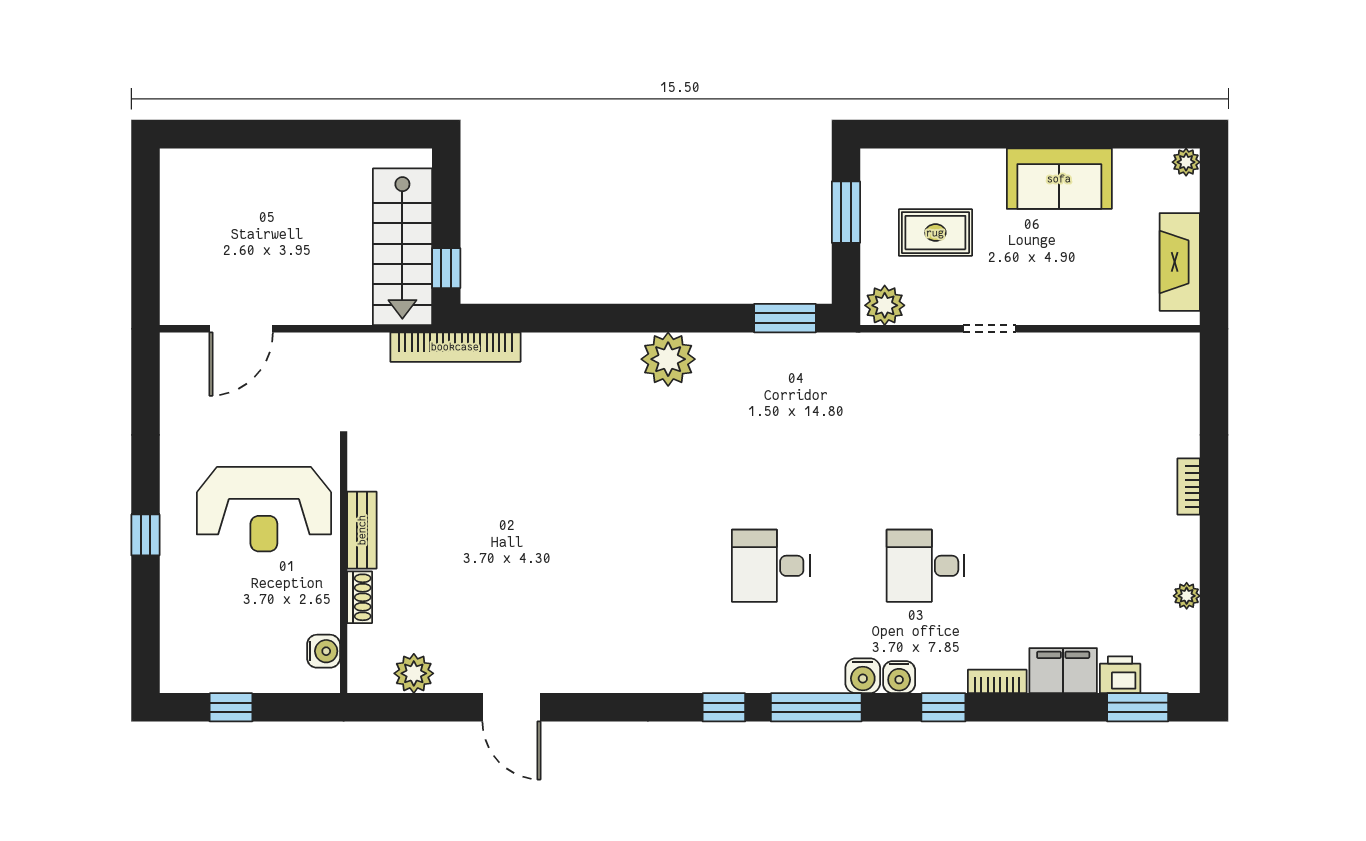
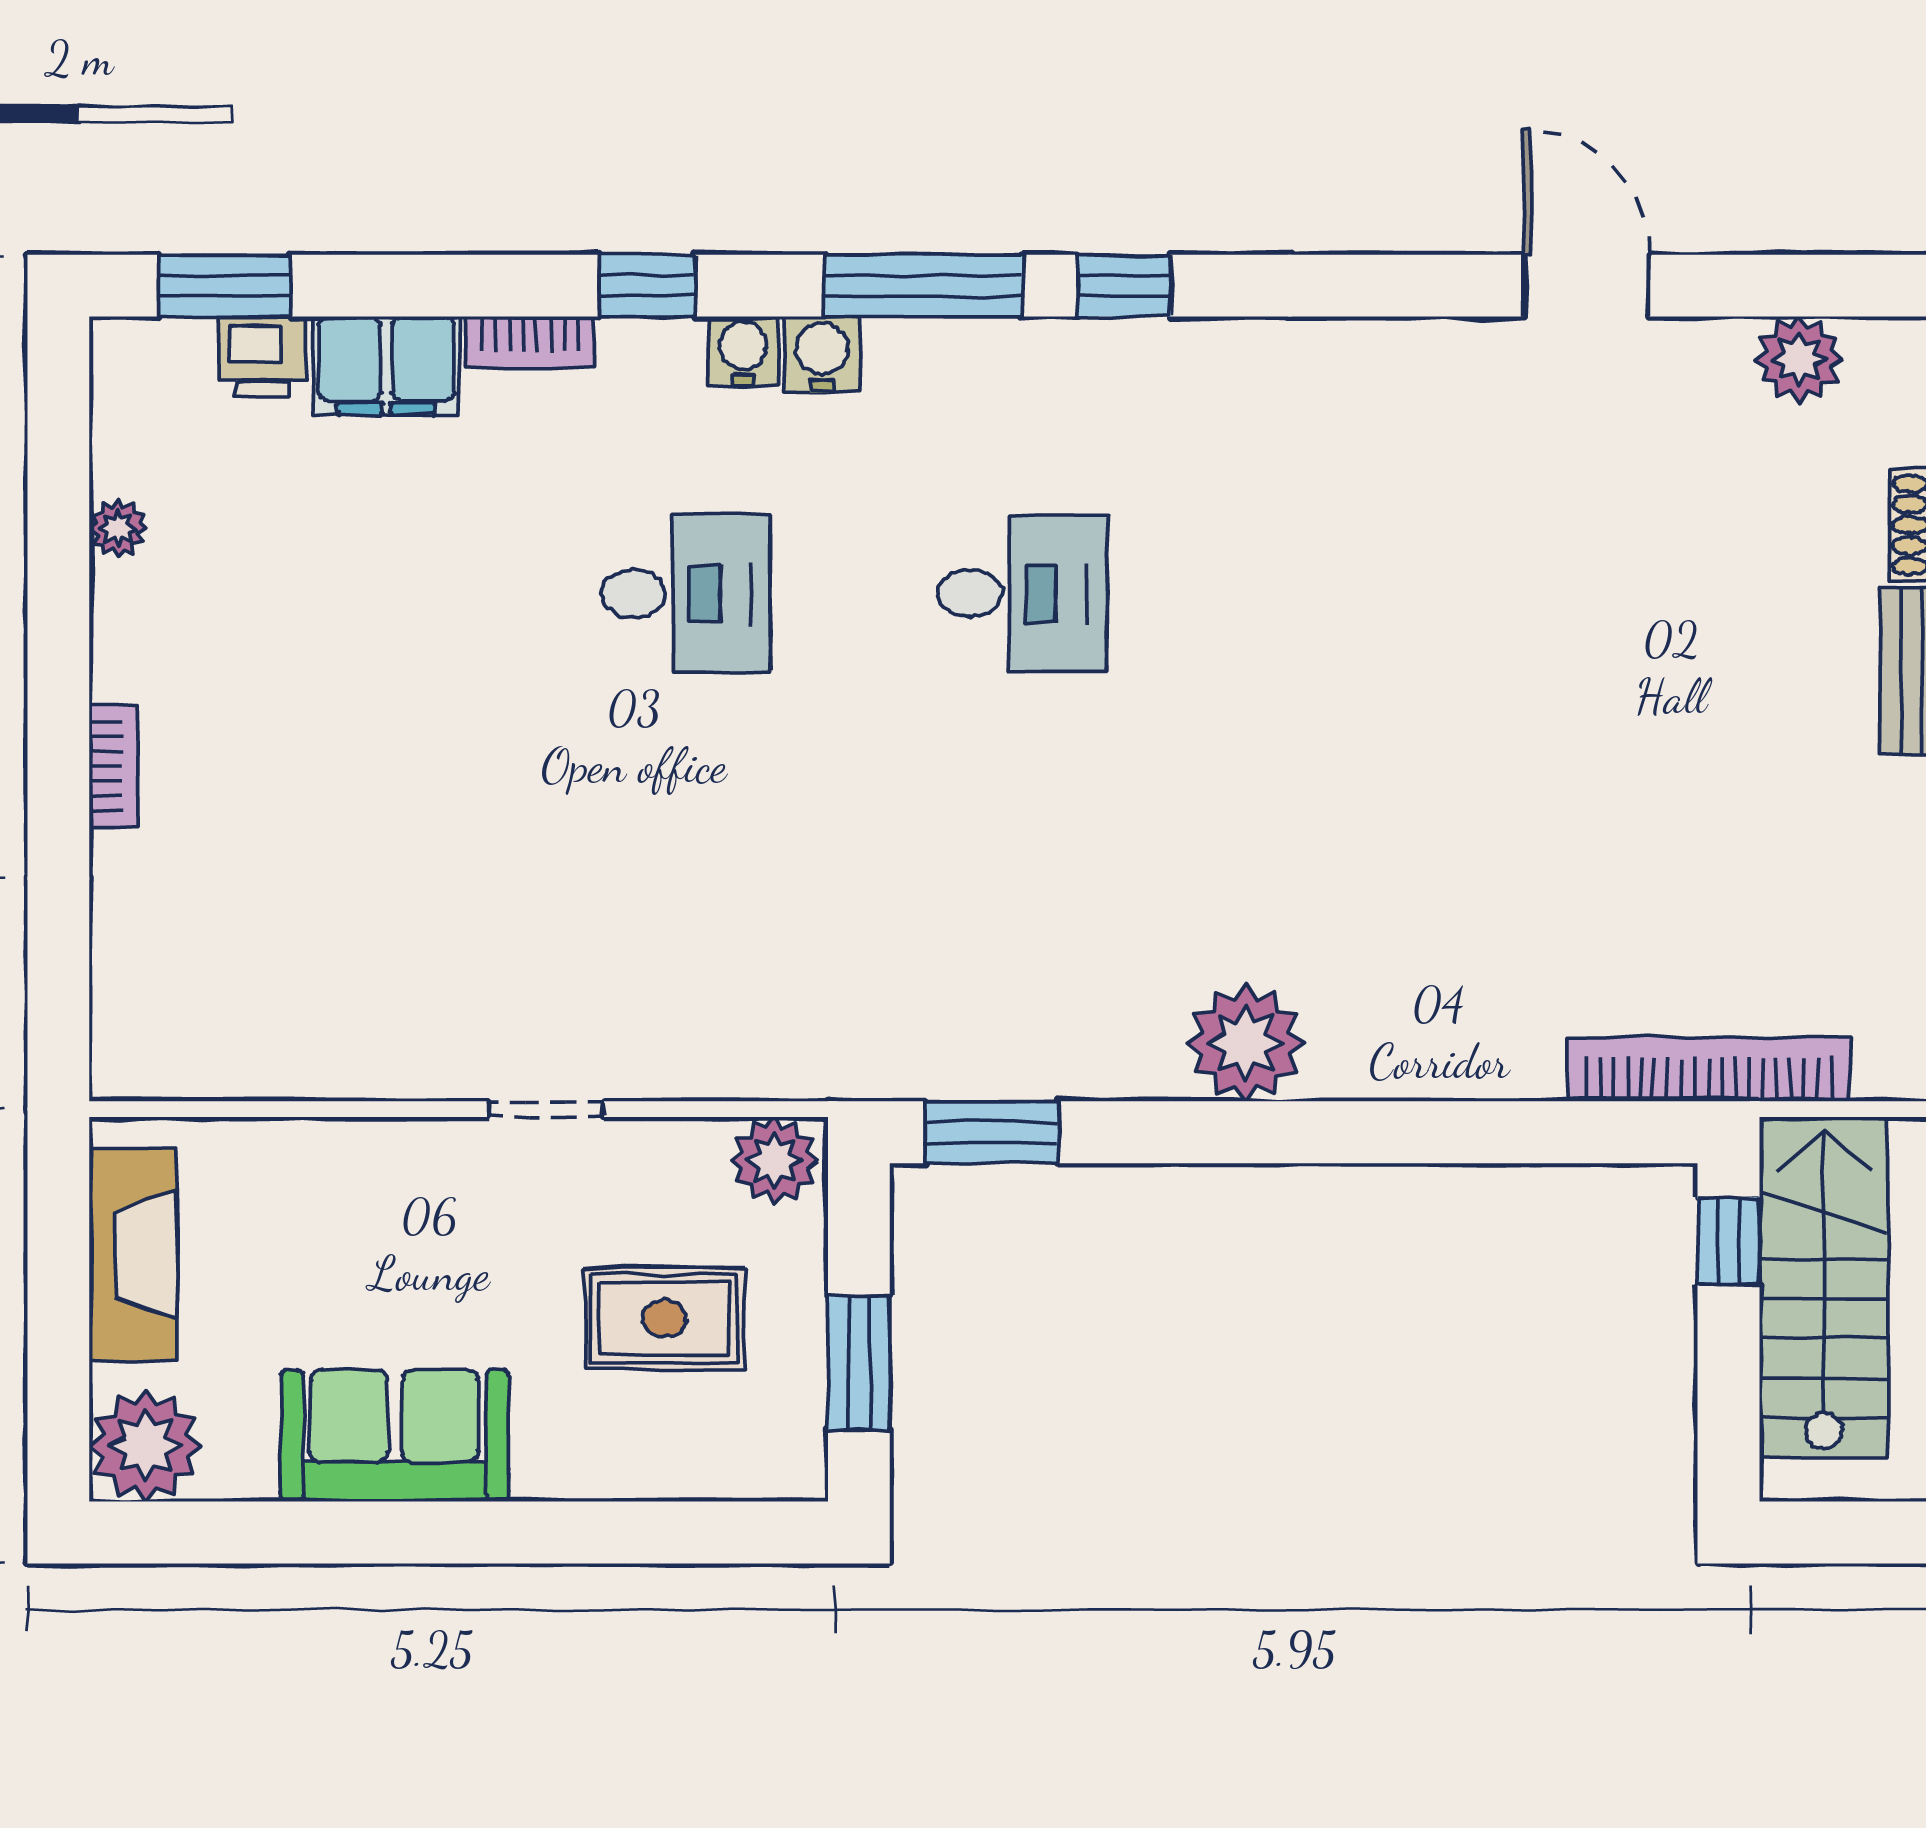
plant: (1186, 162) -> (145, 1446), width x1.88, depth x1.88

